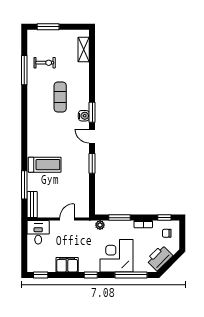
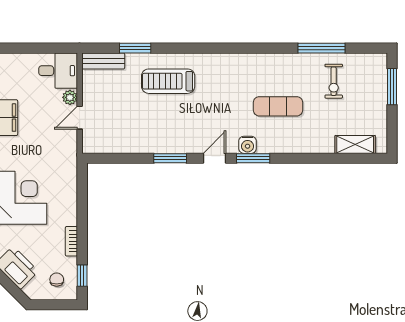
treadmill: (45, 165) -> (168, 81), turned 90
window: (24, 185) -> (135, 48), width x0.69
window: (119, 218) -> (82, 203), removed
door: (67, 219) -> (80, 118), swing flipped
plant: (100, 225) -> (70, 97), moved

